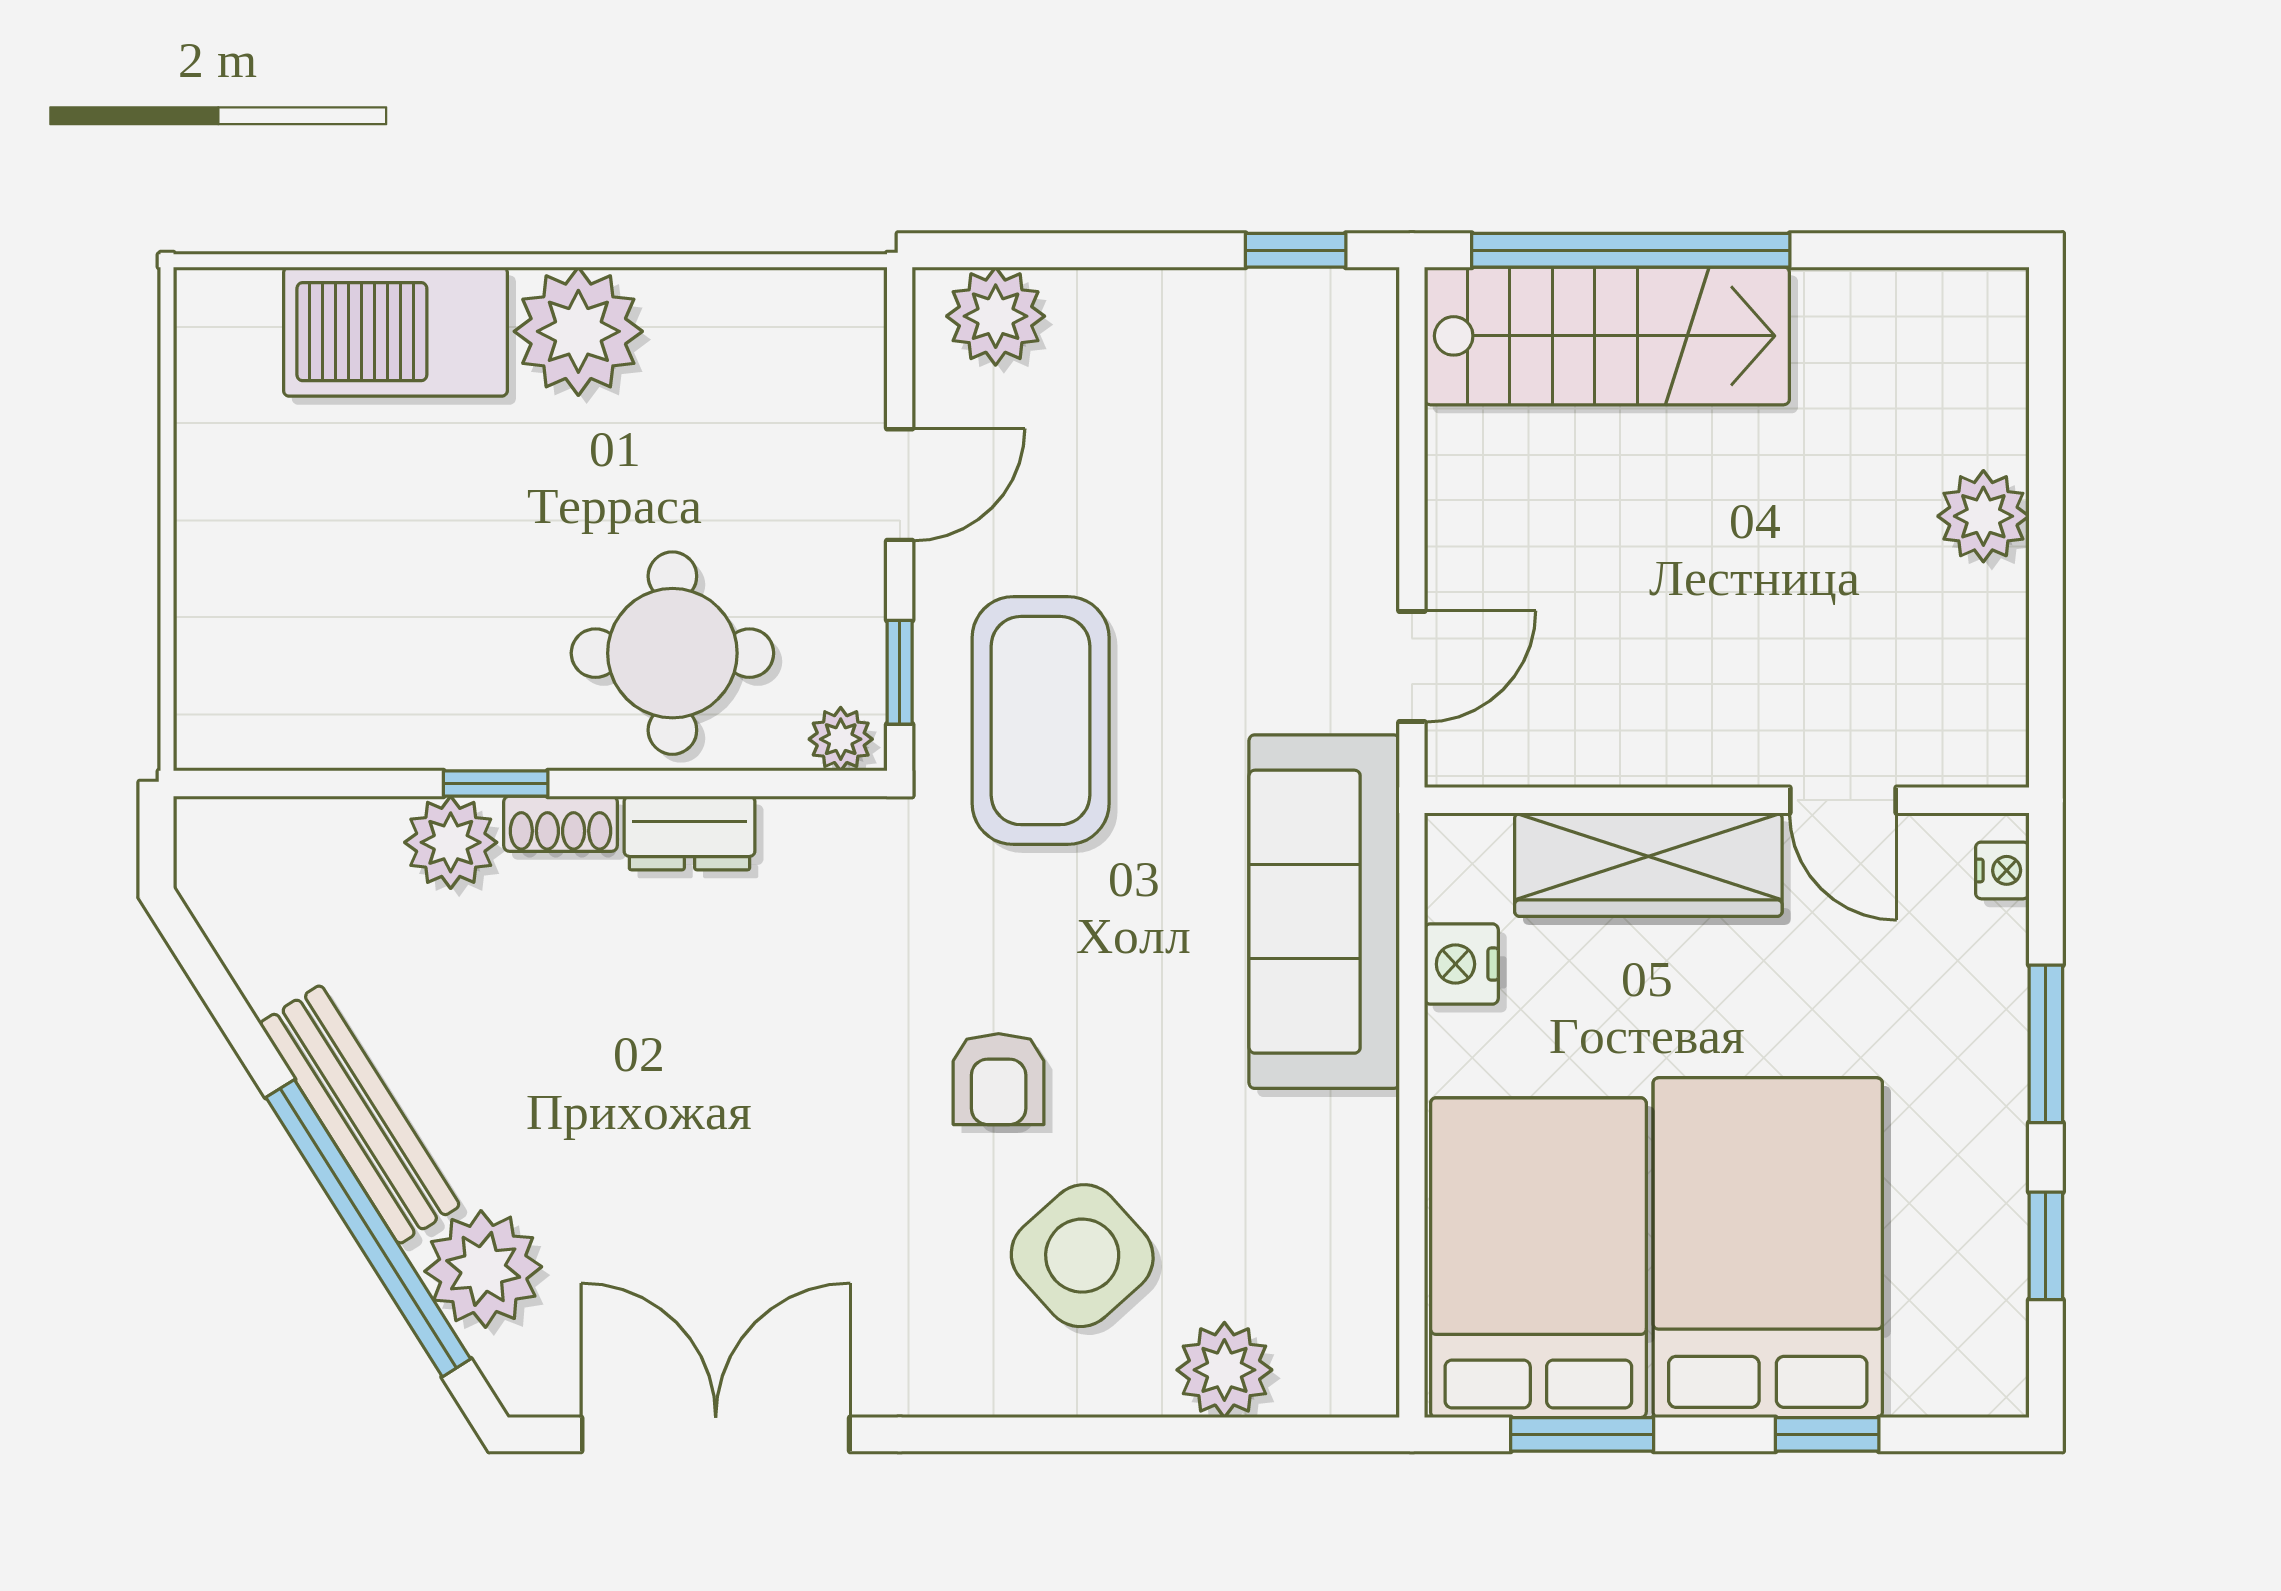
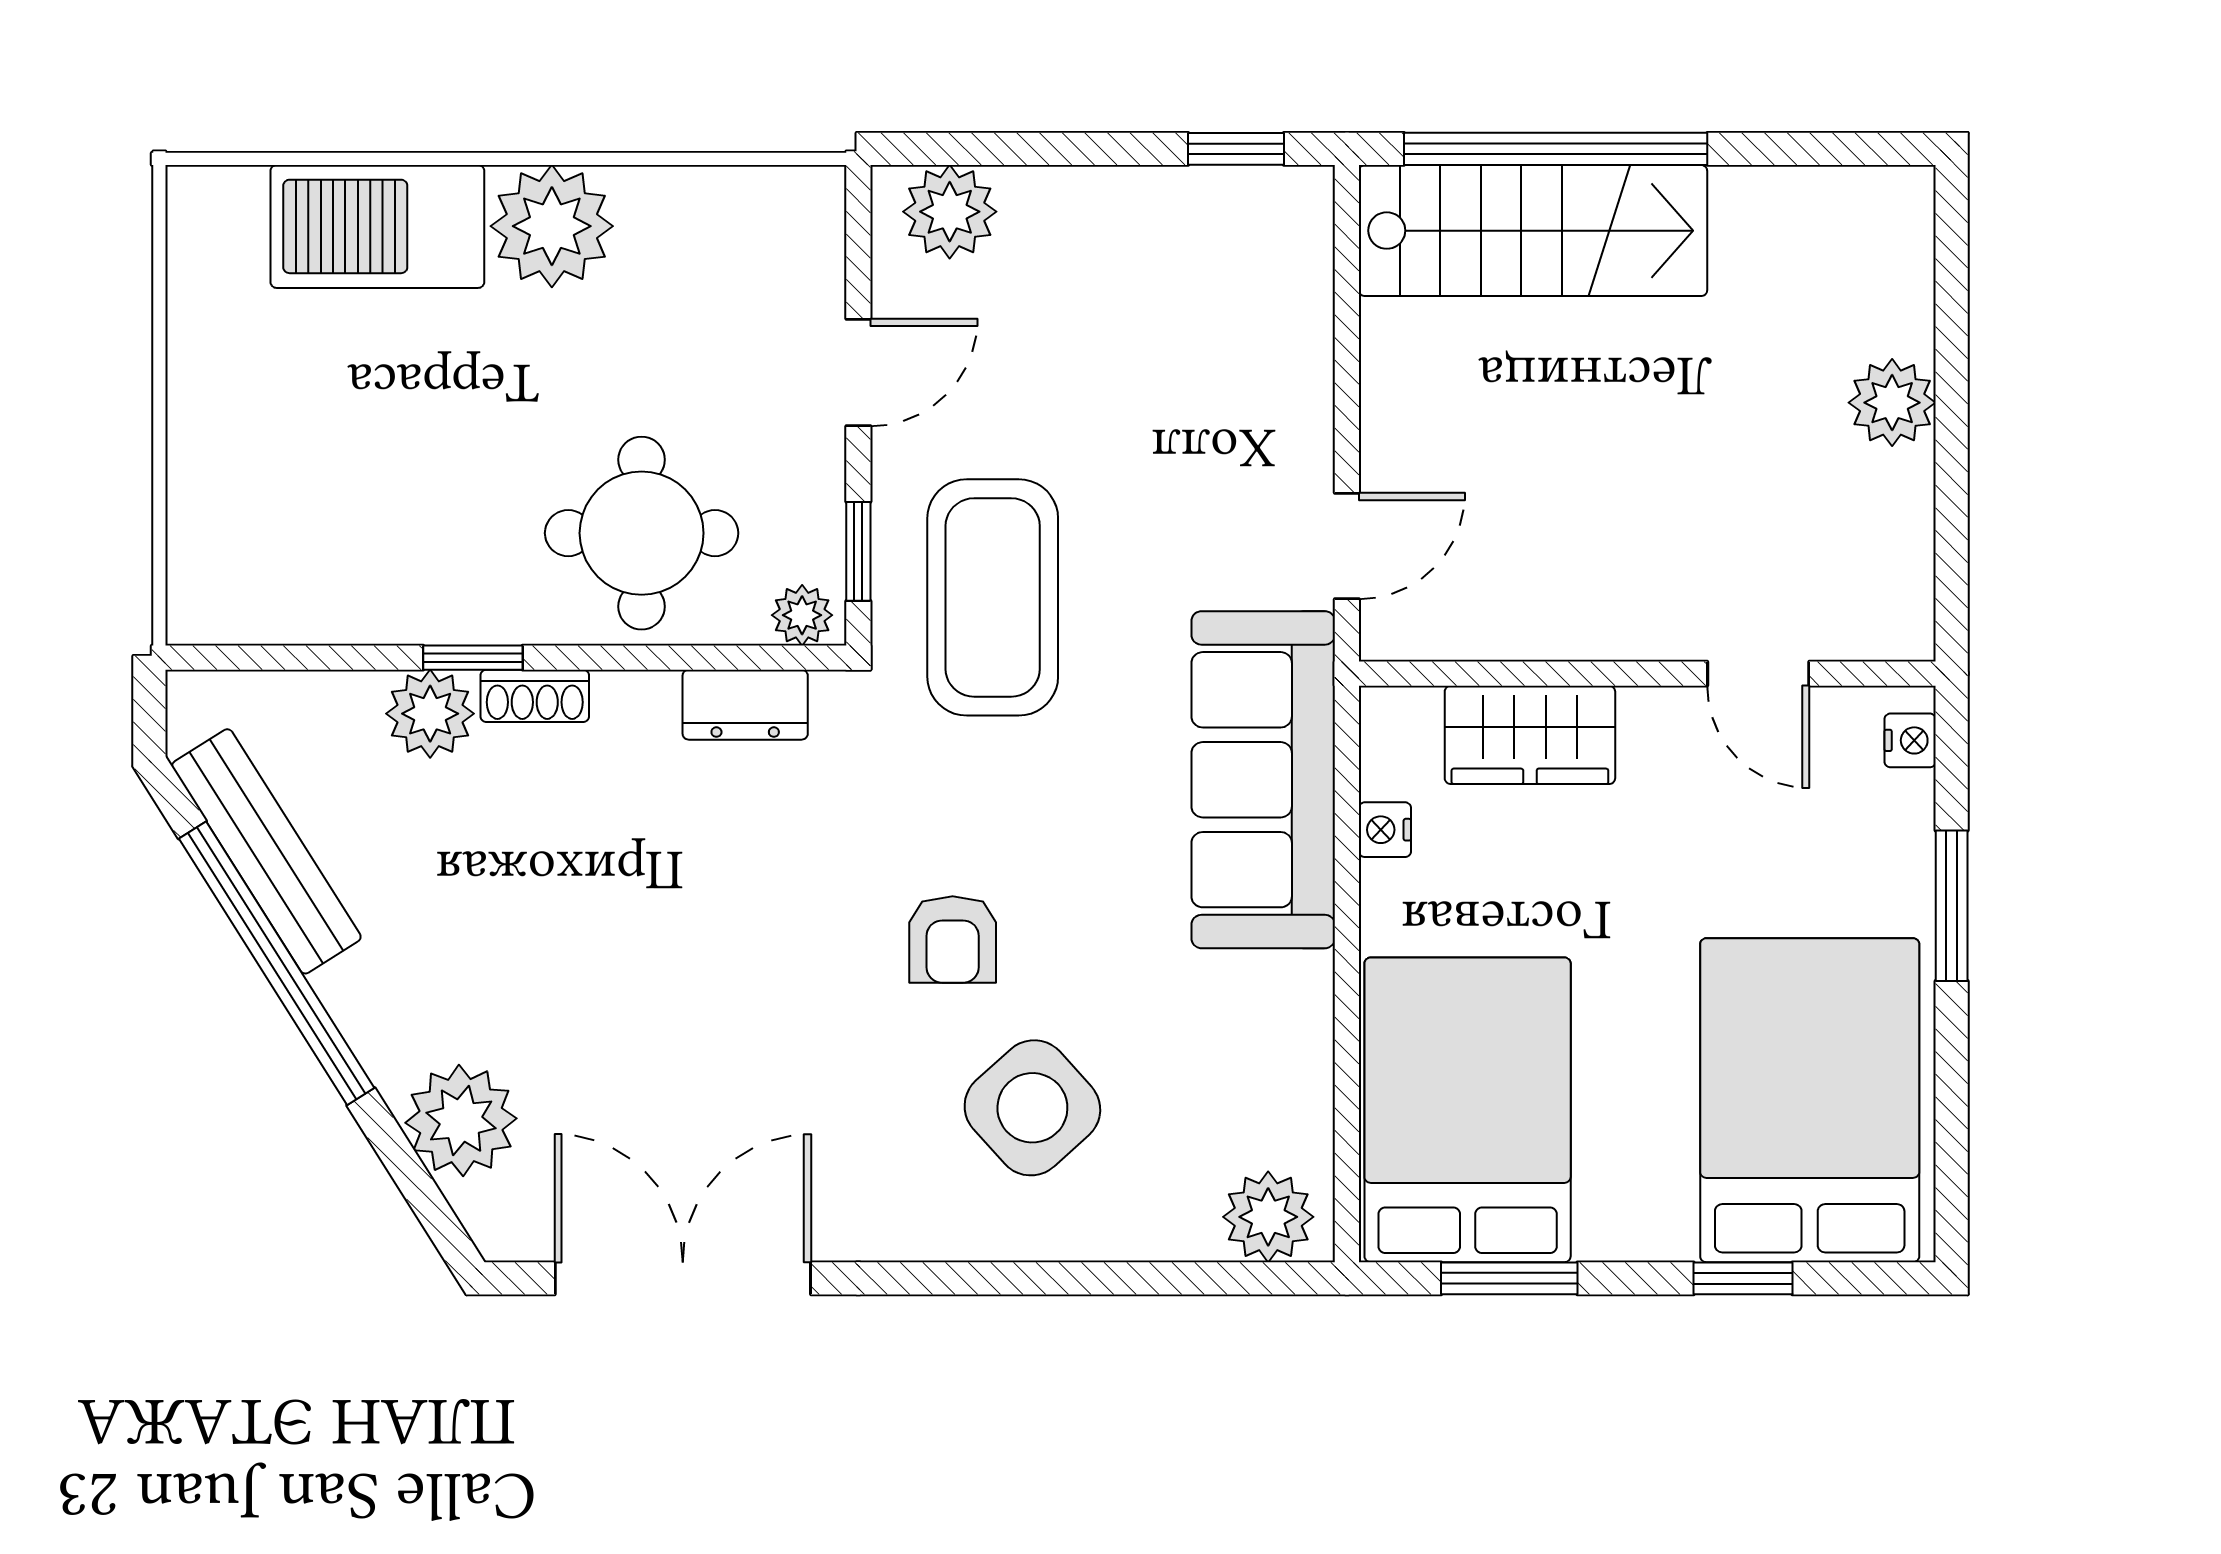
dresser: (689, 833) -> (745, 705), moved
wardrobe: (1648, 865) -> (1530, 735), width x0.67
nightstand: (1461, 964) -> (1385, 830), width x0.72, depth x0.74
bench: (360, 1114) -> (266, 851), moved
window: (368, 1228) -> (277, 963), moved
window: (2046, 1246) -> (1952, 1099), removed
bed: (1768, 1248) -> (1810, 1100), moved
plant: (1224, 1370) -> (1268, 1217), moved

